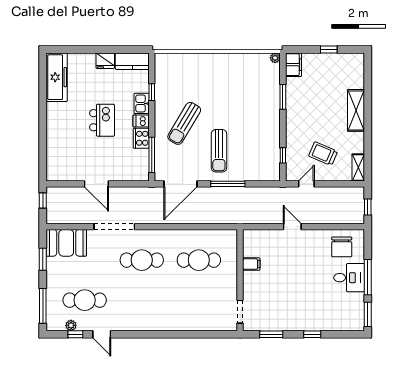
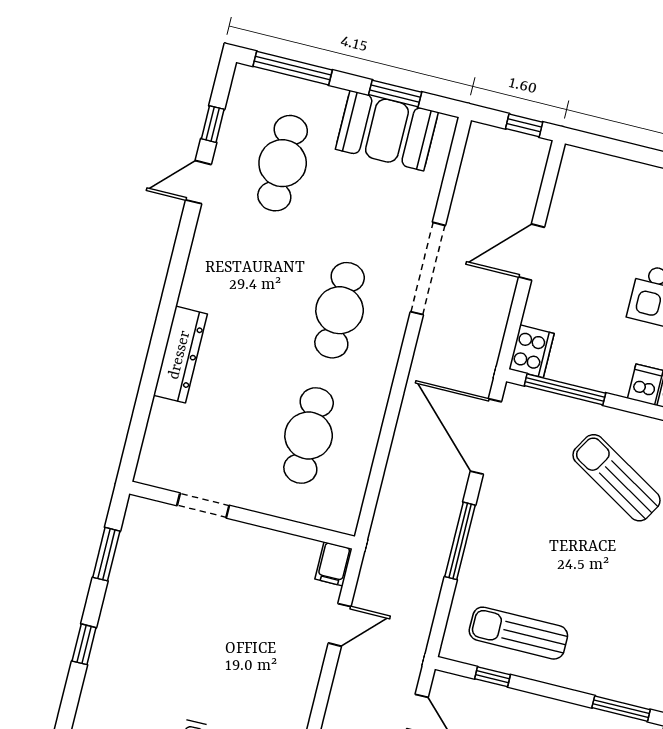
cooker: (141, 138) -> (531, 351), moved, turned 90
sun lounger: (219, 151) -> (518, 633), moved
door: (292, 227) -> (340, 625), moved
booth: (66, 243) -> (387, 131), moved, turned 90
filing cabinet: (251, 264) -> (333, 564), moved
doorway: (240, 312) -> (203, 505), moved
dresser: (178, 324) -> (180, 355), added
plant: (71, 325) -> (235, 119), removed

